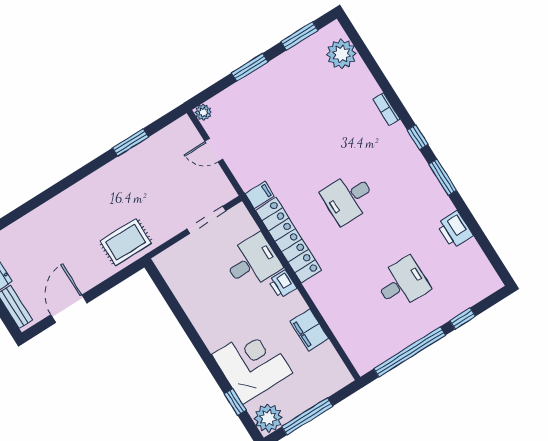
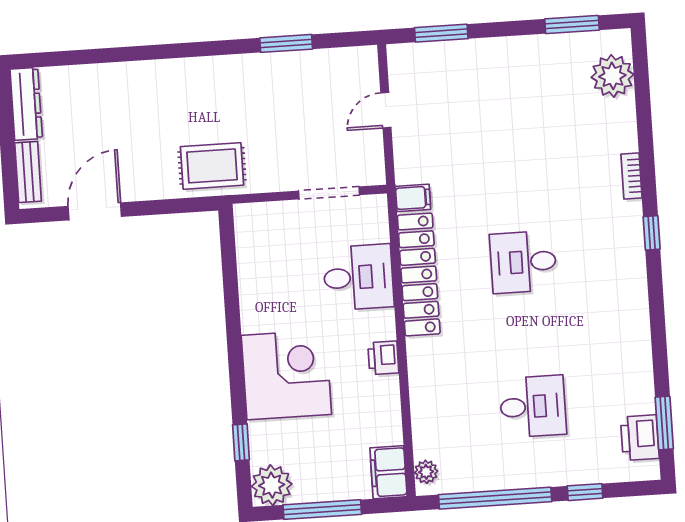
window: (250, 67) -> (441, 33), moved
plant: (203, 112) -> (426, 472), moved
door: (214, 150) -> (386, 110), hinge flipped
window: (443, 177) -> (664, 423), moved
printer: (455, 230) -> (640, 438), moved
printer: (282, 284) -> (383, 358), moved
filing cabinet: (309, 330) -> (388, 472), moved
corner desk: (252, 364) -> (286, 375), moved

